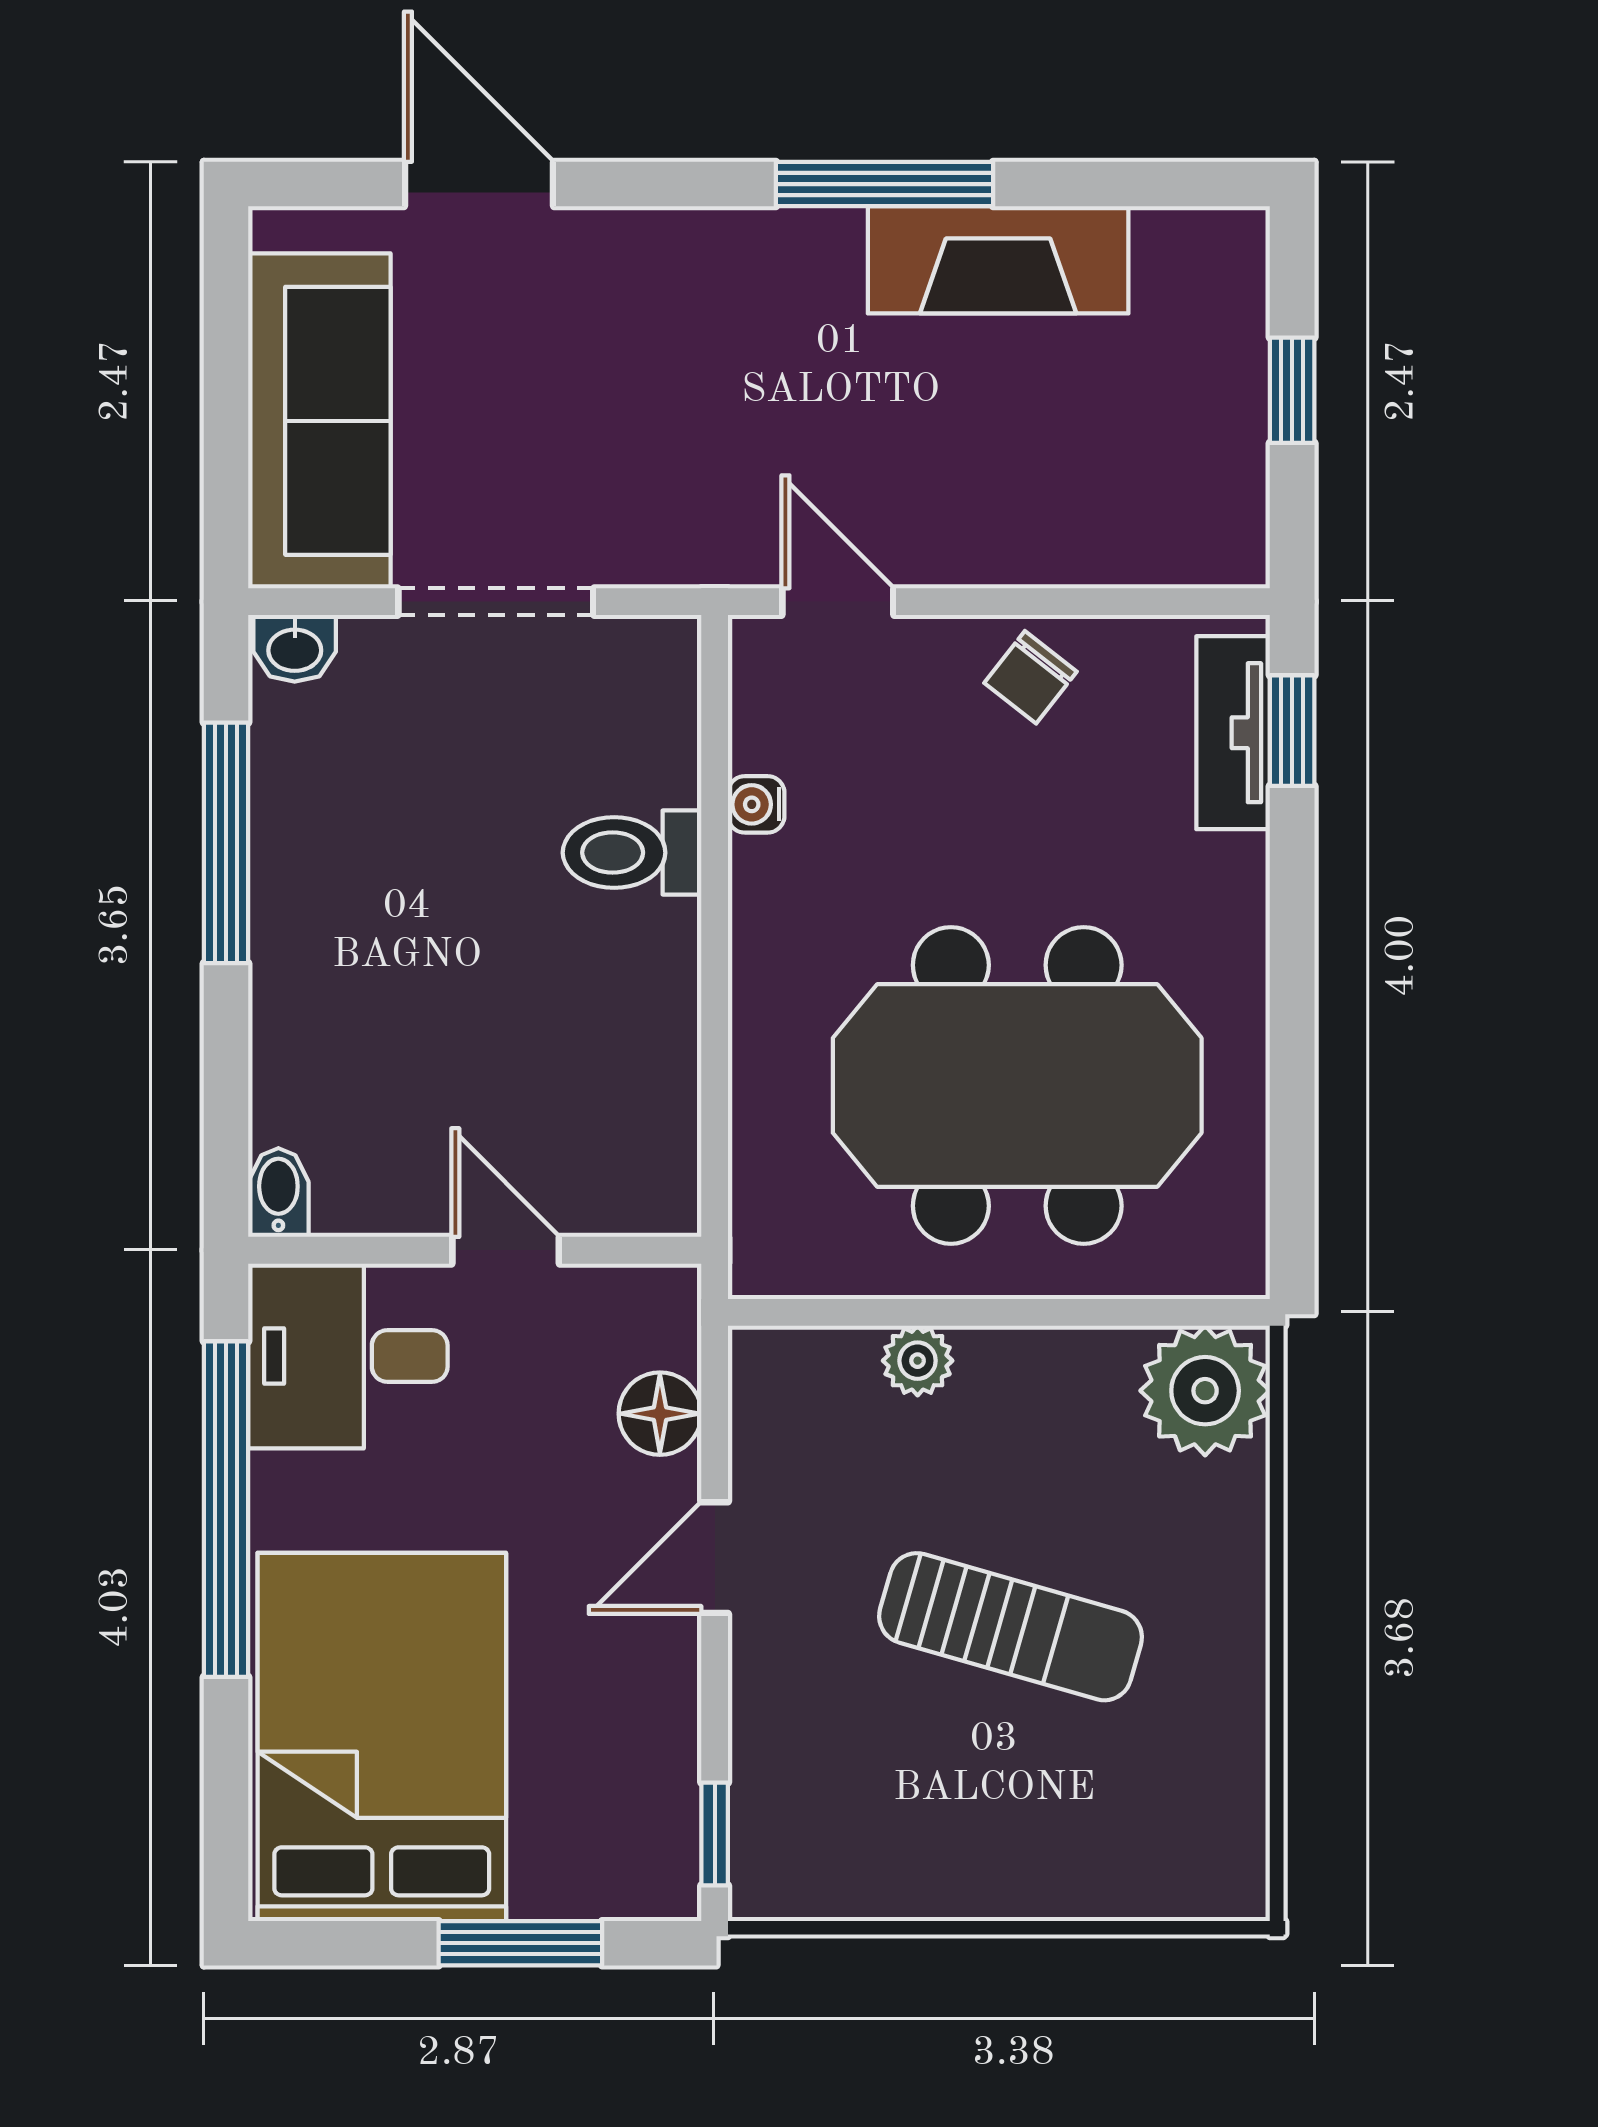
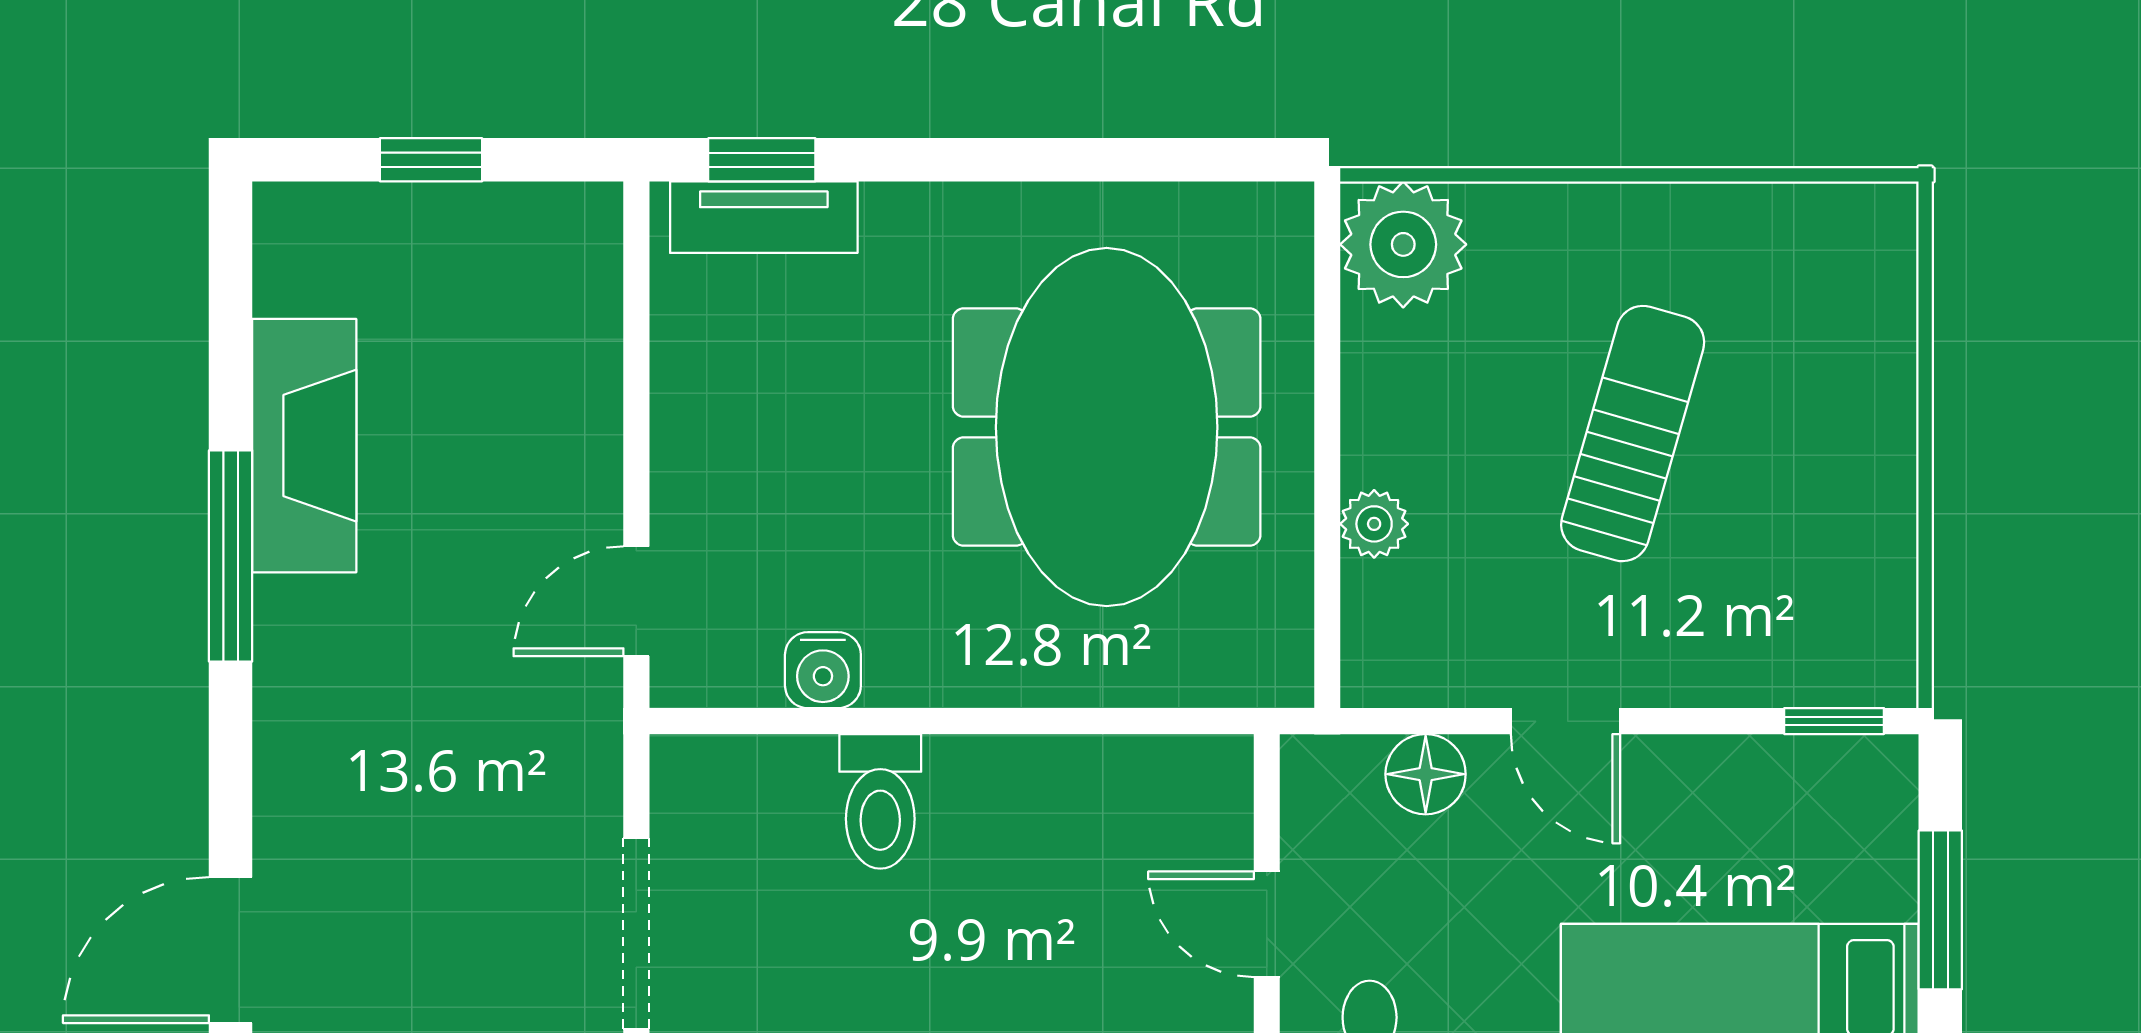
chair: (1030, 677) -> (710, 414), removed
water cooler: (756, 804) -> (823, 670), width x1.38, depth x1.38
door: (506, 1250) -> (1267, 924), hinge flipped

